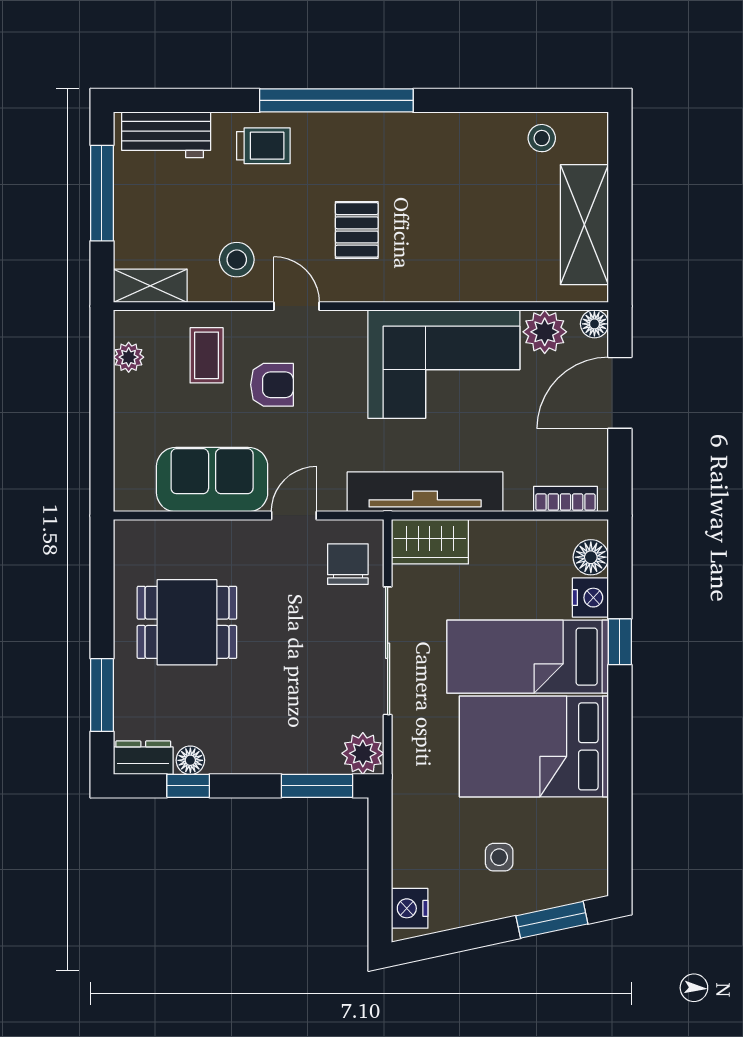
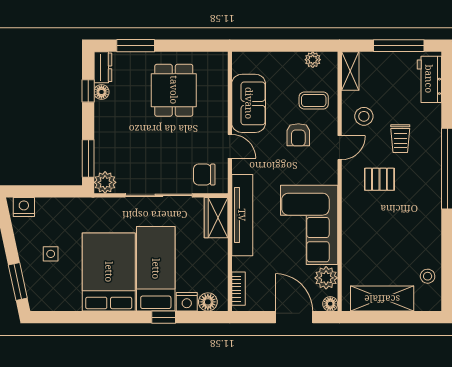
trolley: (263, 146) -> (400, 139), moved
chair: (348, 564) -> (204, 175), turned 180

